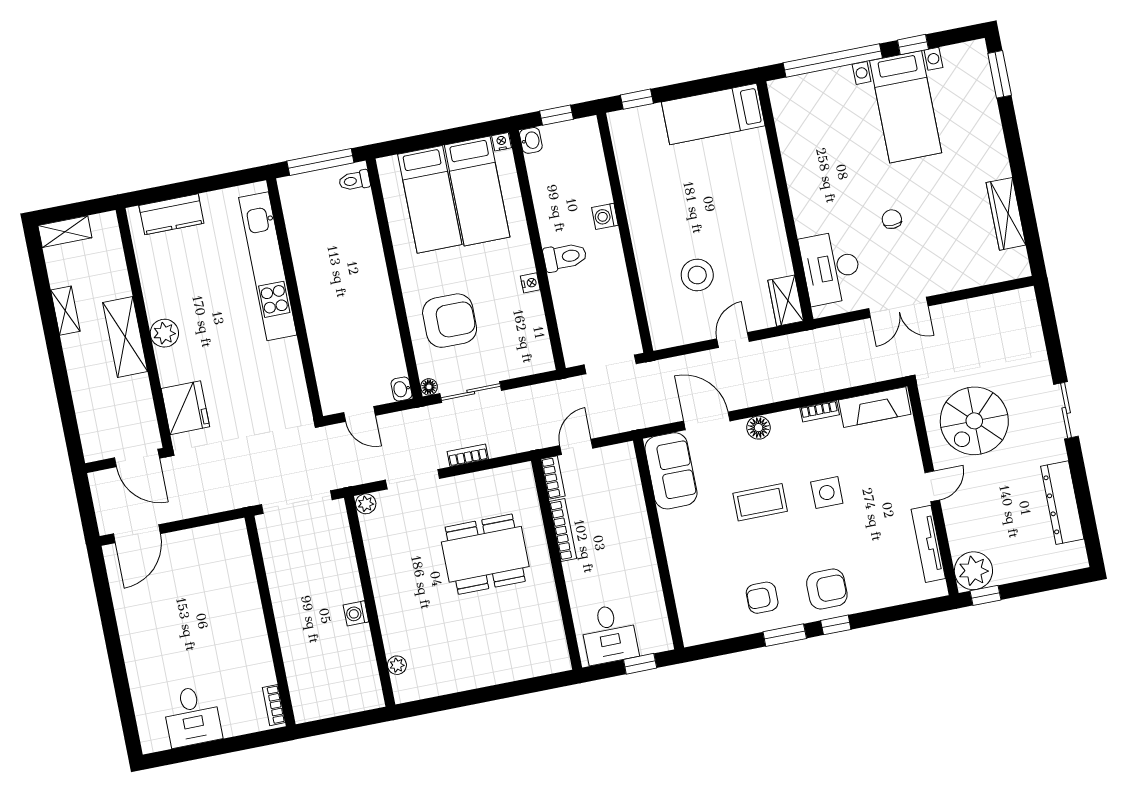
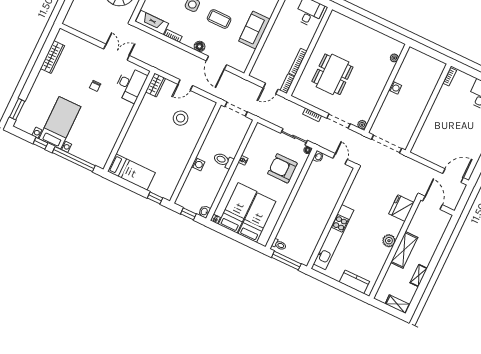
sofa: (671, 471) -> (254, 30), moved
dining table: (485, 554) -> (332, 74), turned 90

